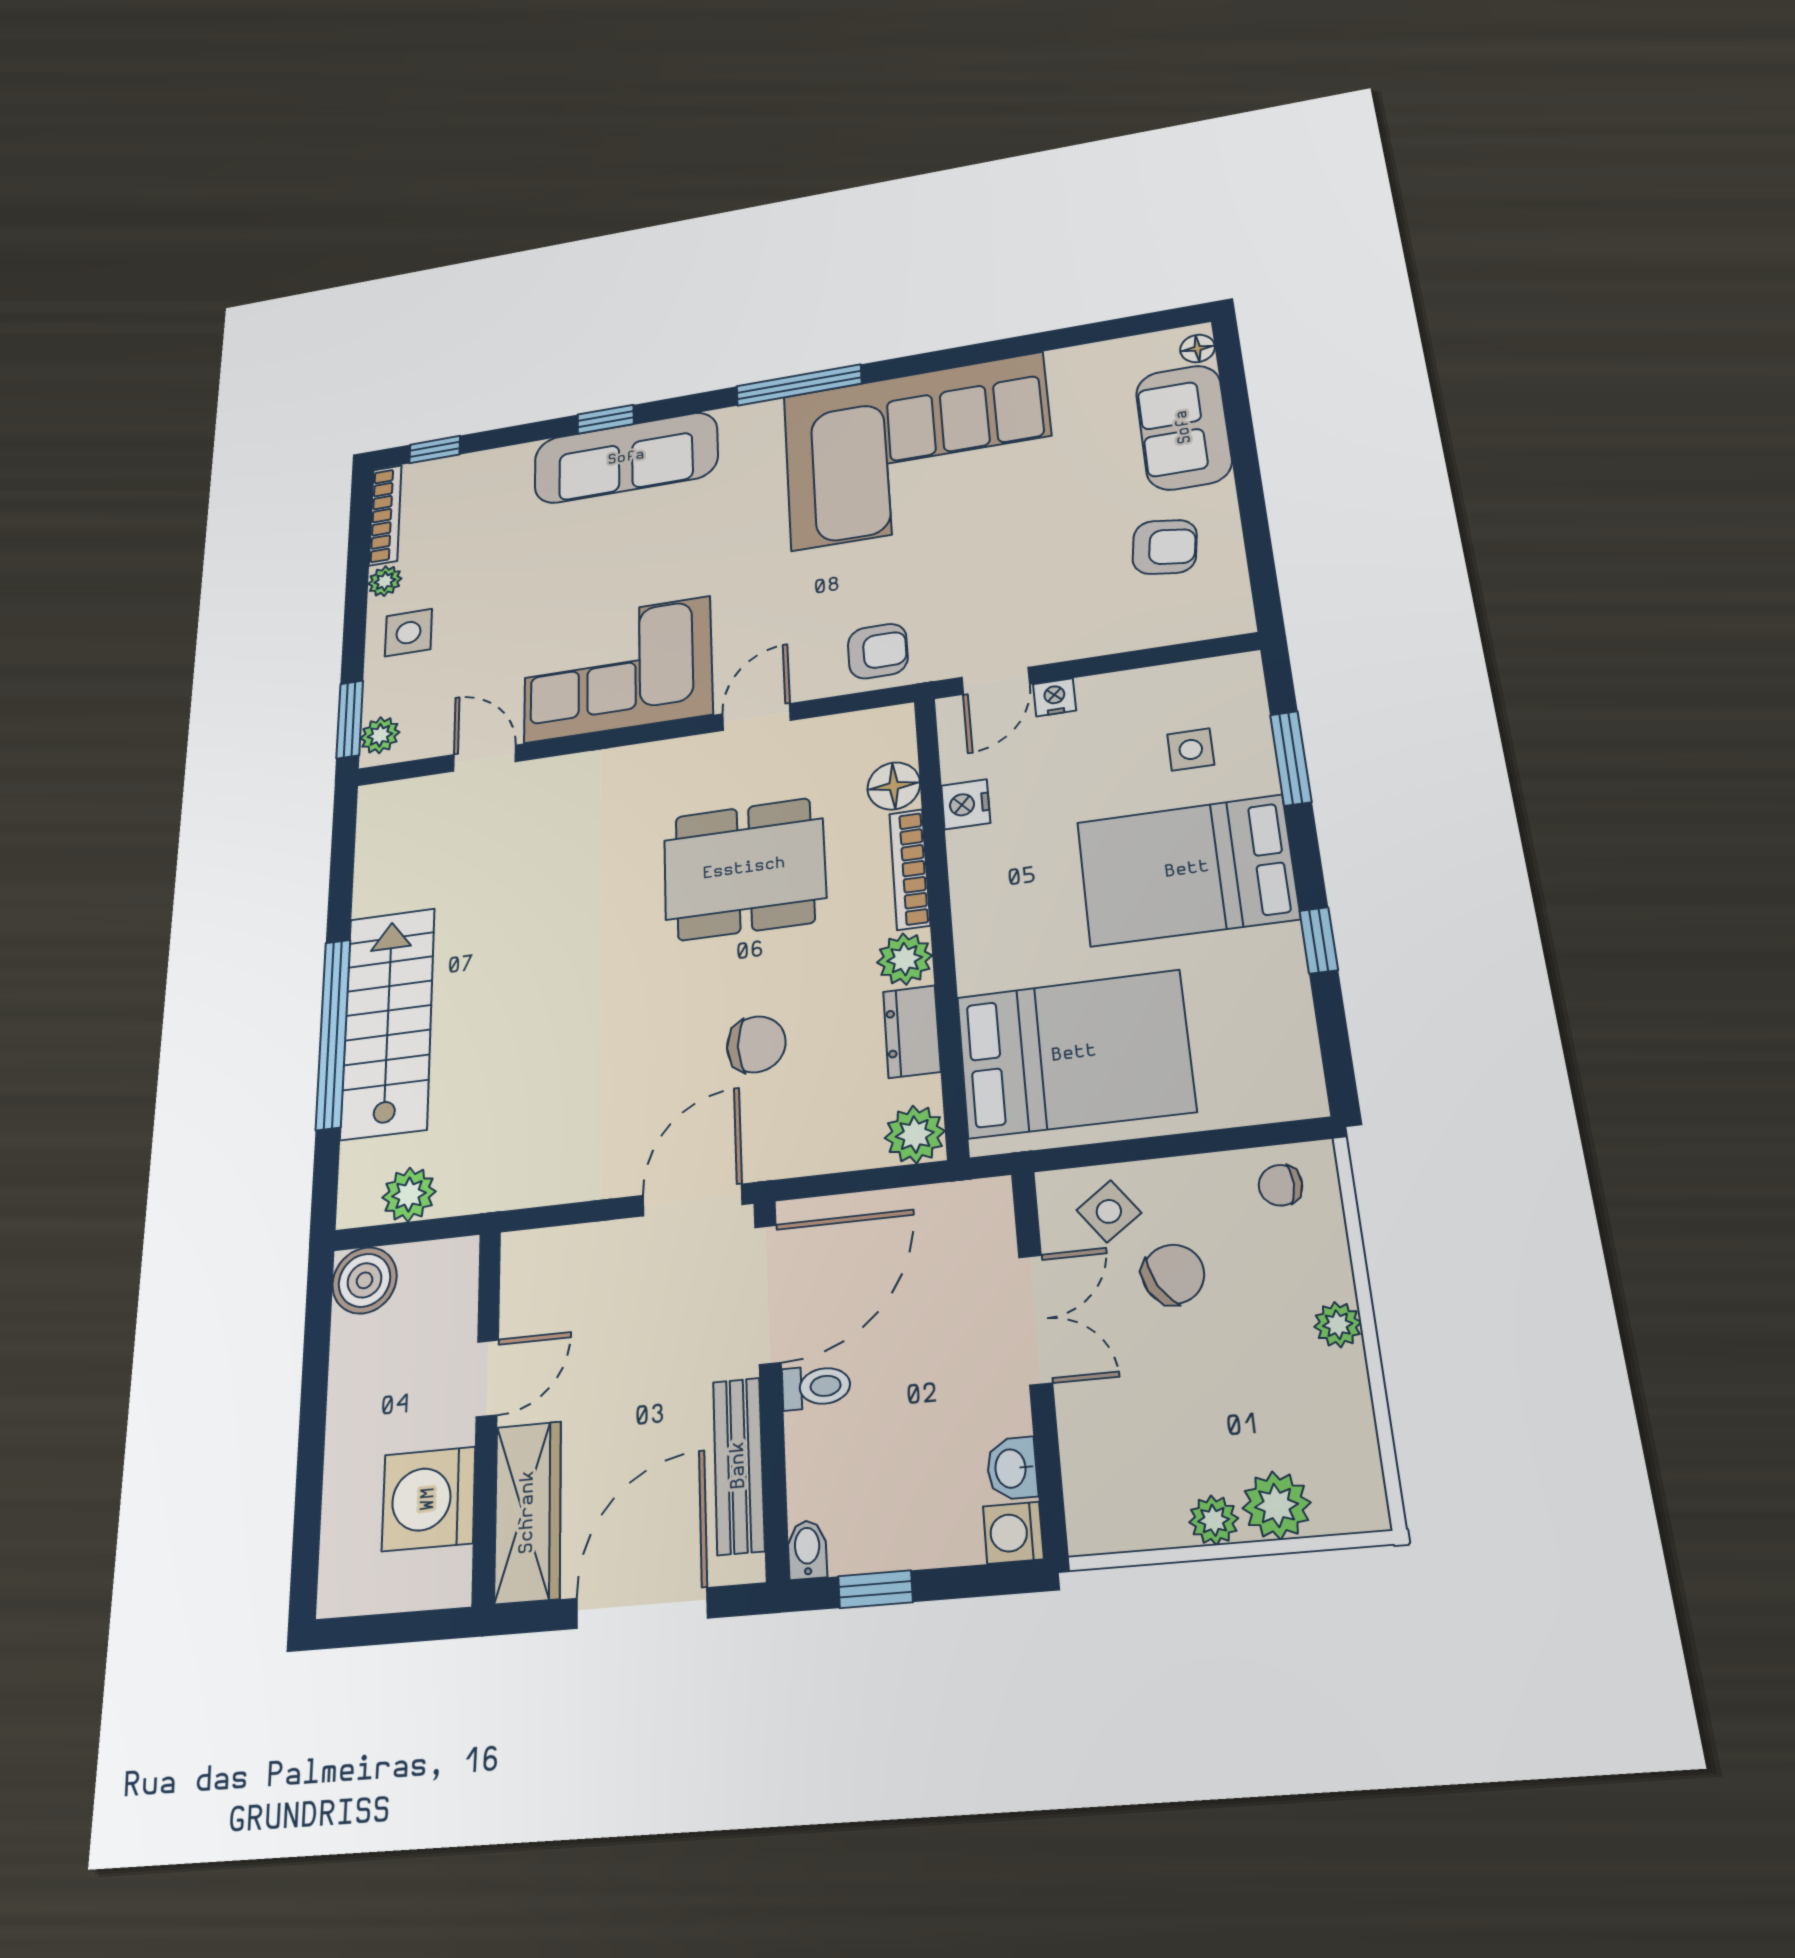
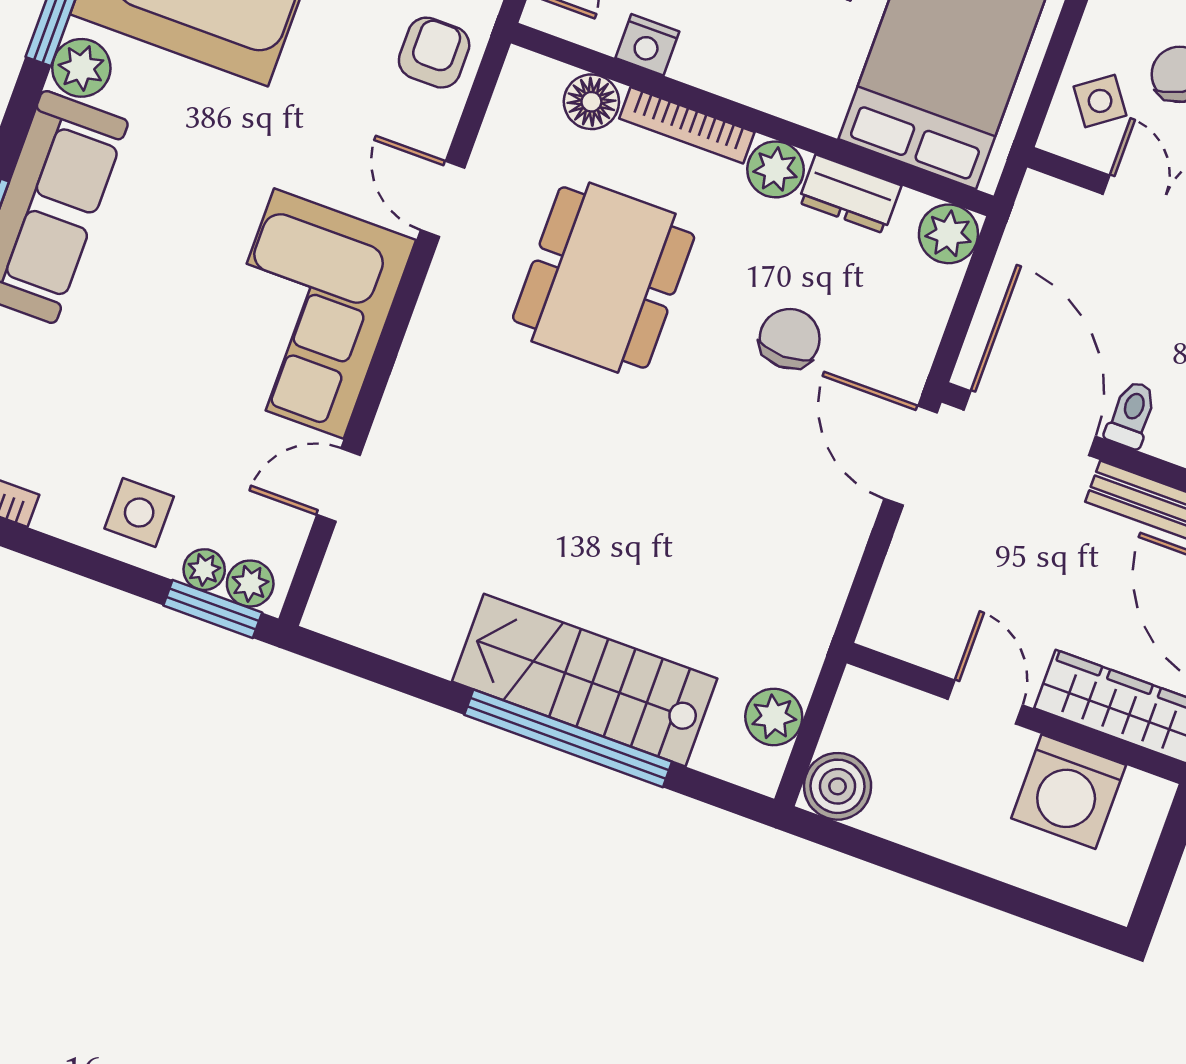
plant: (746, 425) -> (81, 68), added
plant: (385, 581) -> (204, 570), moved

